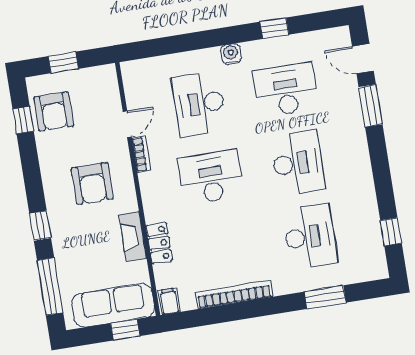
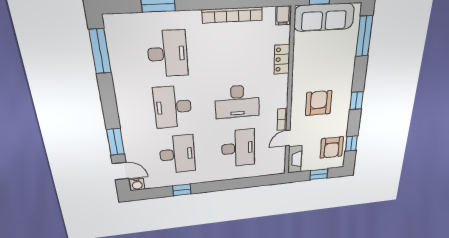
water cooler: (231, 54) -> (137, 184), moved
desk: (286, 90) -> (177, 154), turned -90
armchair: (54, 111) -> (332, 148), turned 180
window: (40, 226) -> (356, 101), moved
window: (391, 232) -> (100, 51), width x2.17
fireplace: (133, 236) -> (295, 159), moved
desk: (310, 237) -> (168, 54), turned 180

